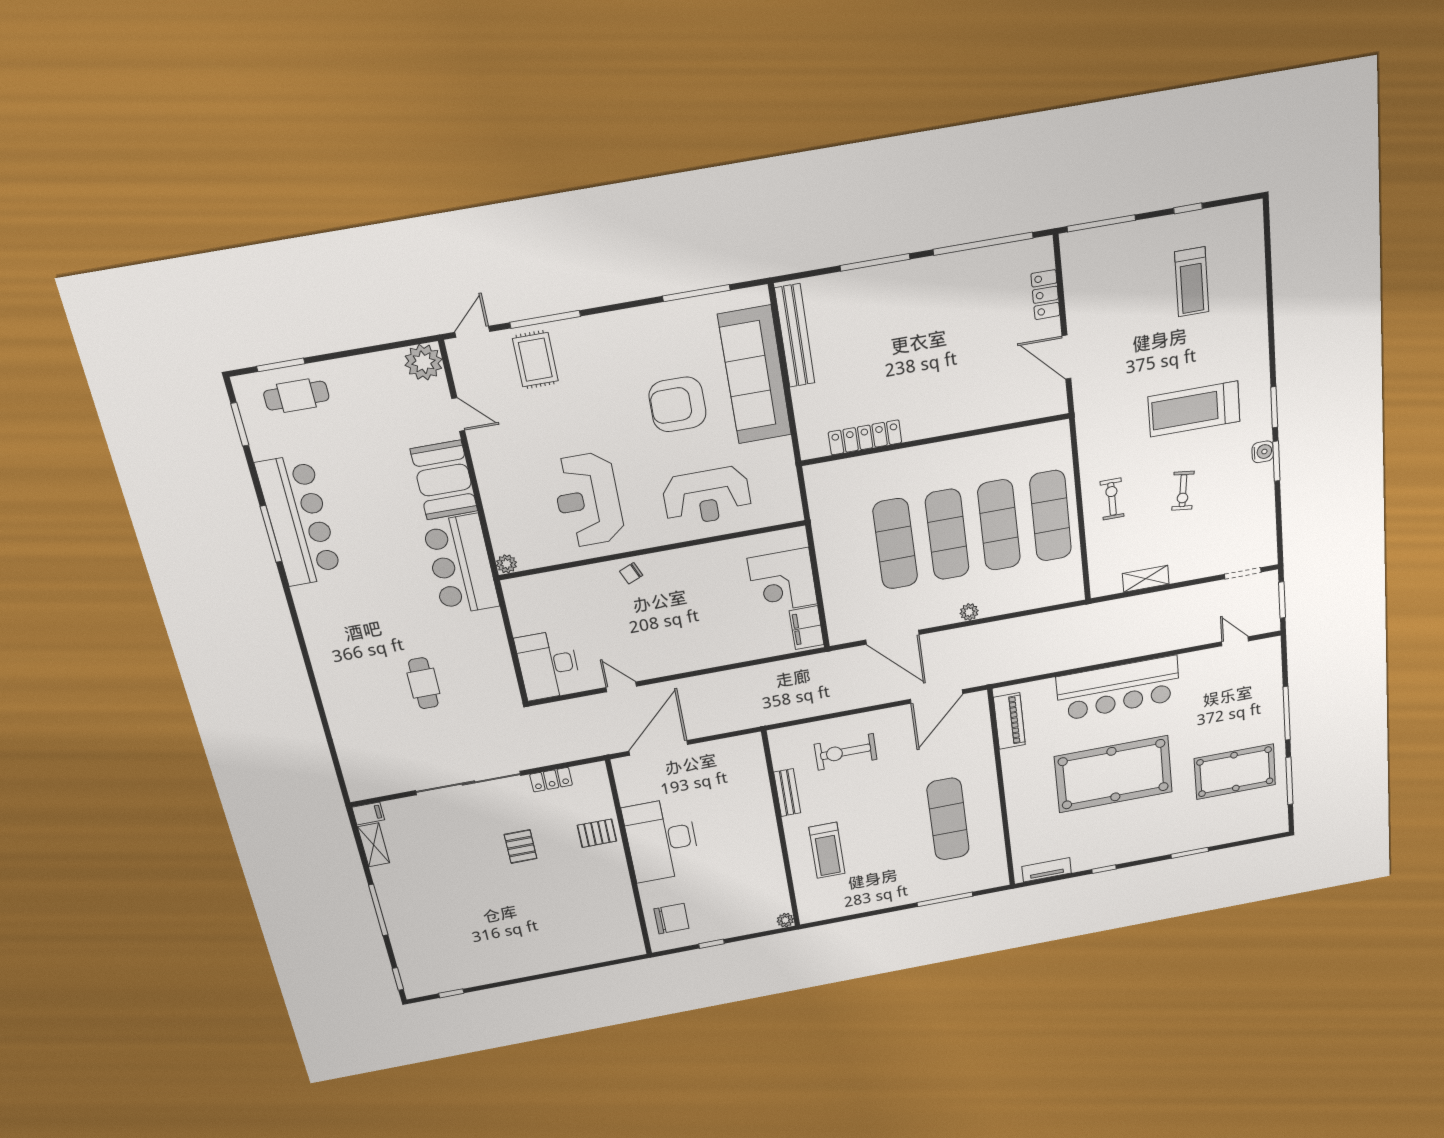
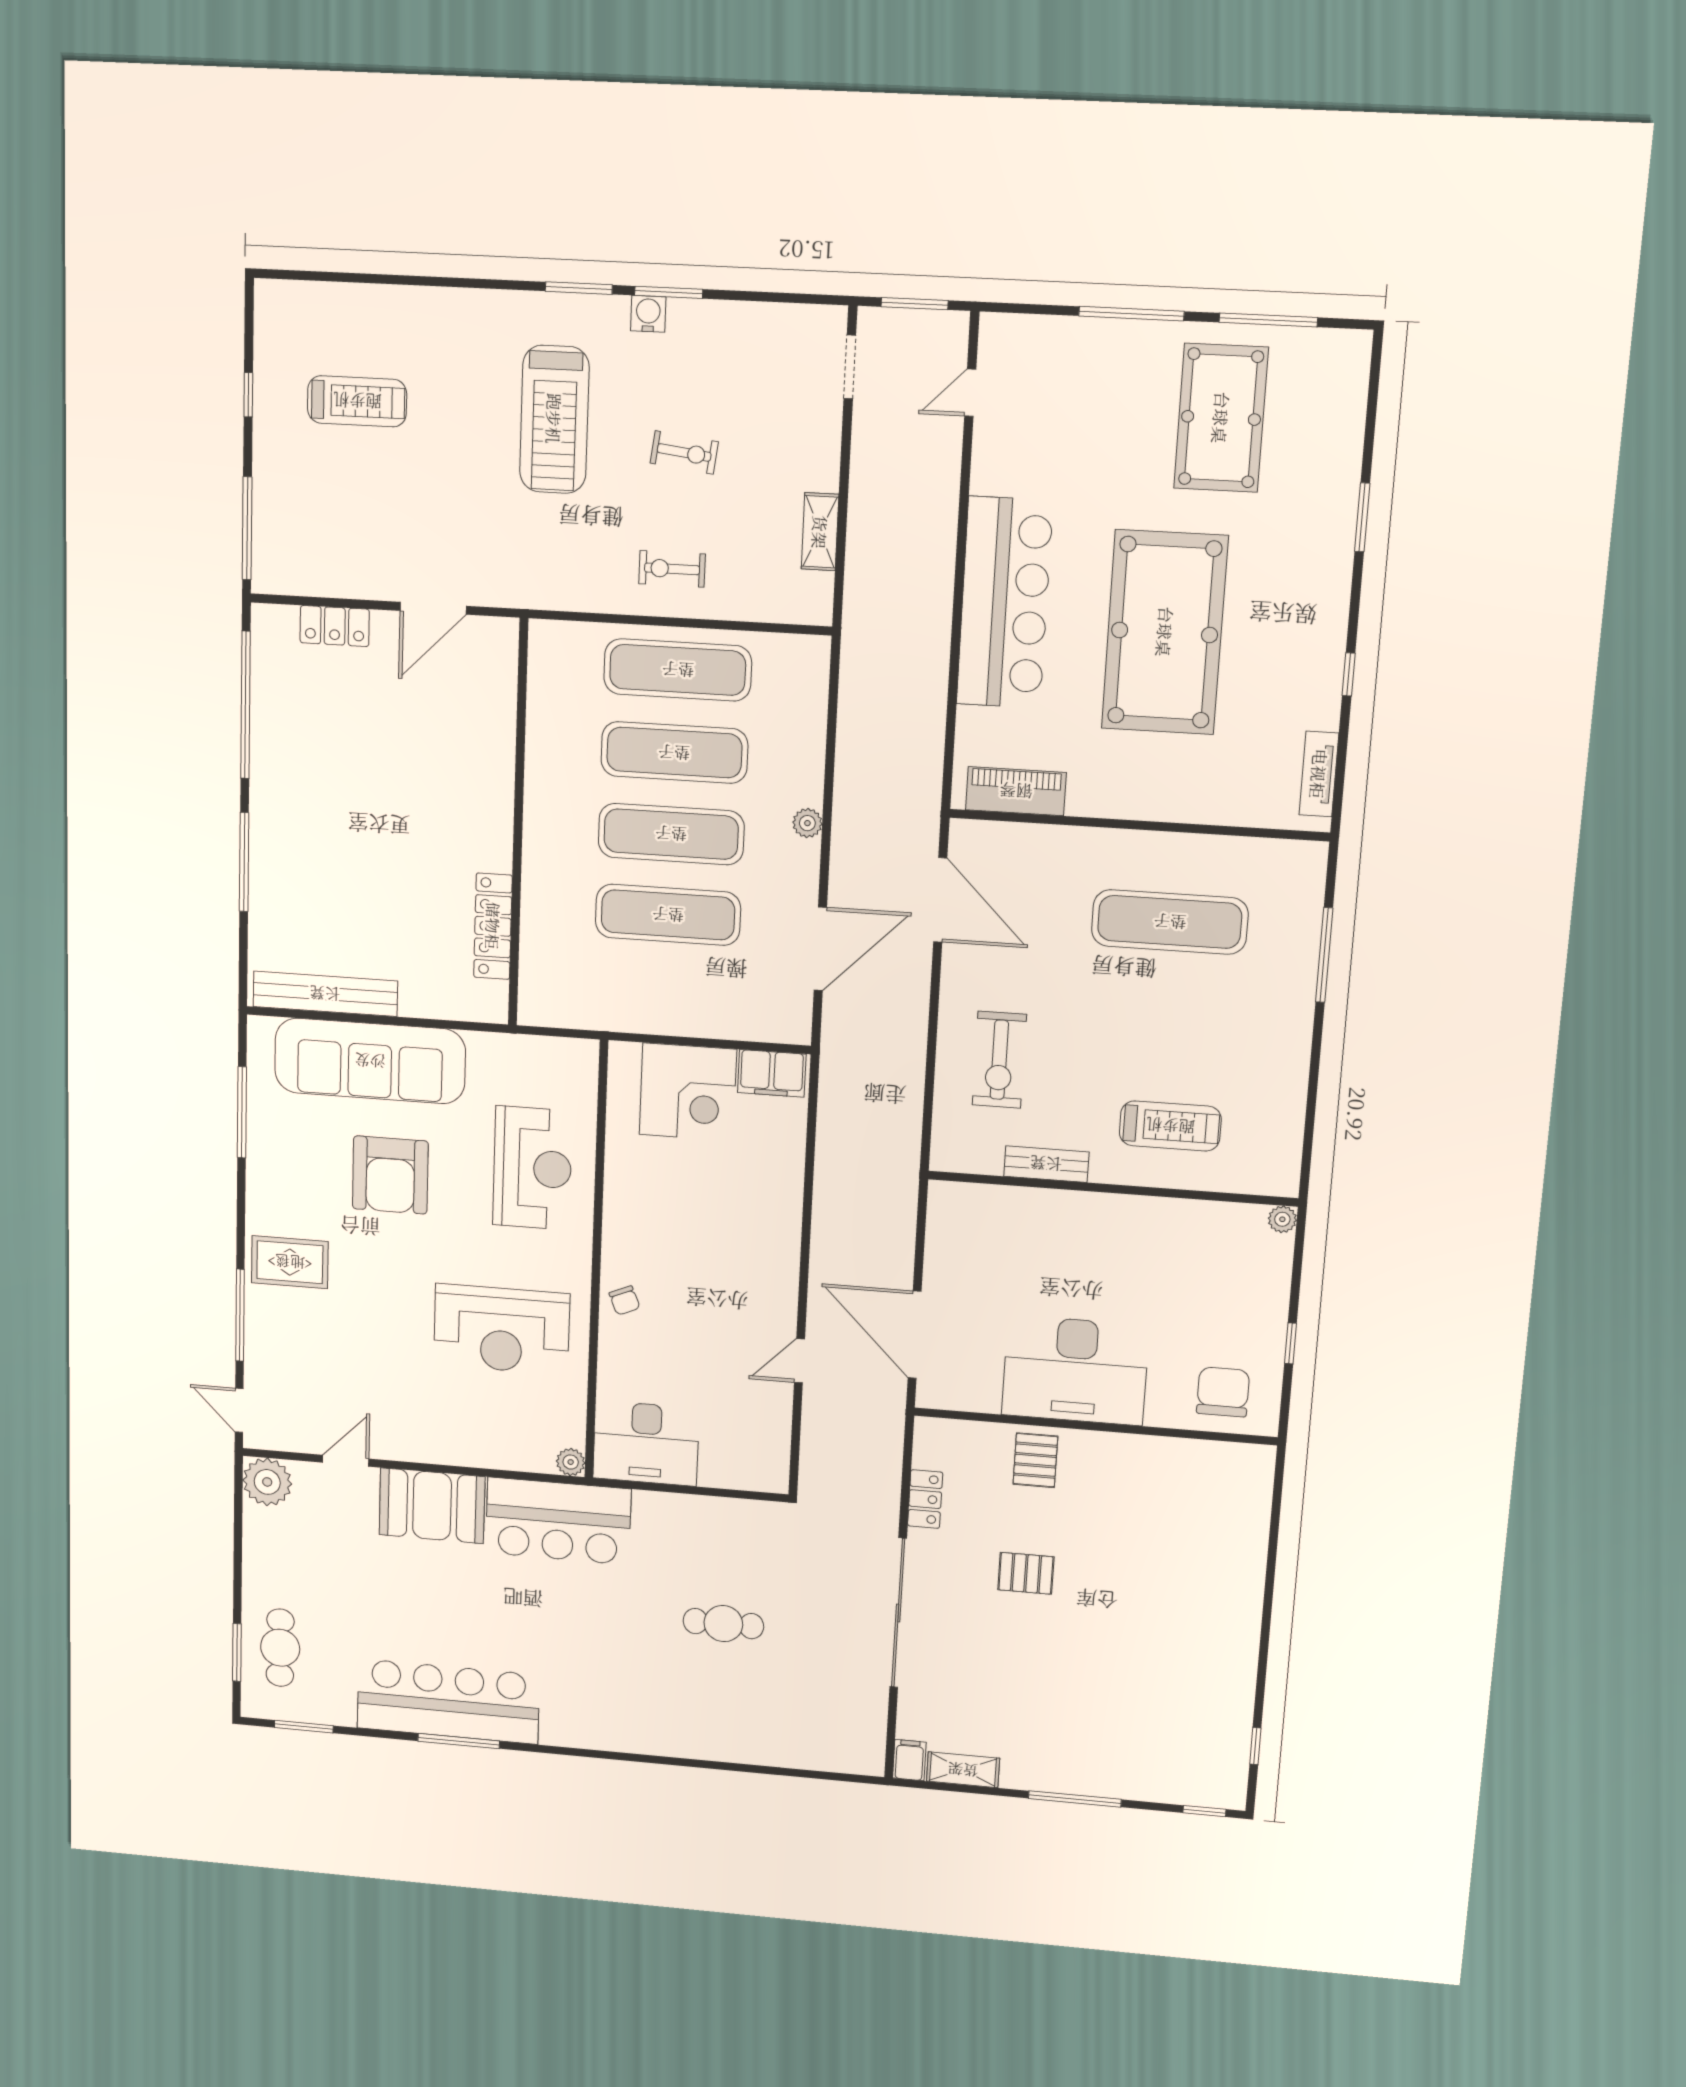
rug: (535, 360) -> (290, 1262), moved
desk: (548, 665) -> (646, 1443), moved

